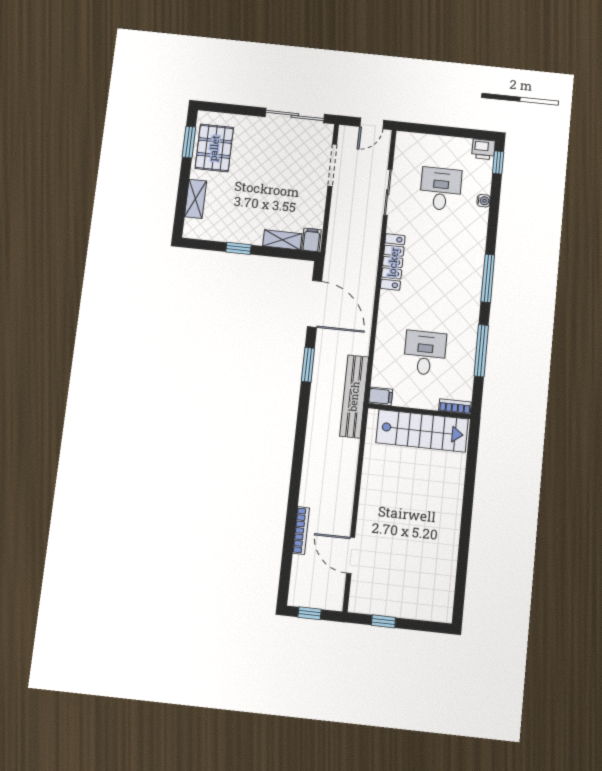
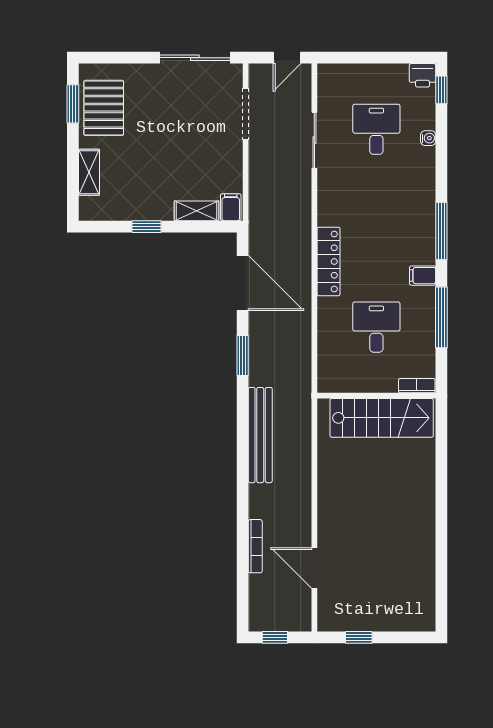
locker: (393, 262) -> (329, 261), moved
bench: (354, 396) -> (260, 435), moved
filing cabinet: (381, 396) -> (423, 276), moved, turned 180

